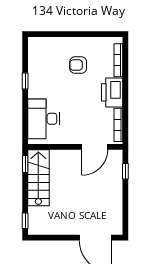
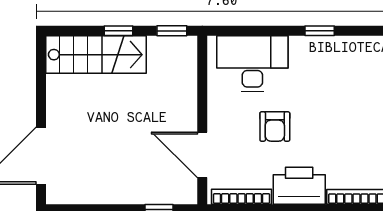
armchair: (78, 65) -> (275, 127), moved, turned 180
stairs: (38, 178) -> (96, 55), moved
window: (25, 221) -> (118, 31), moved

